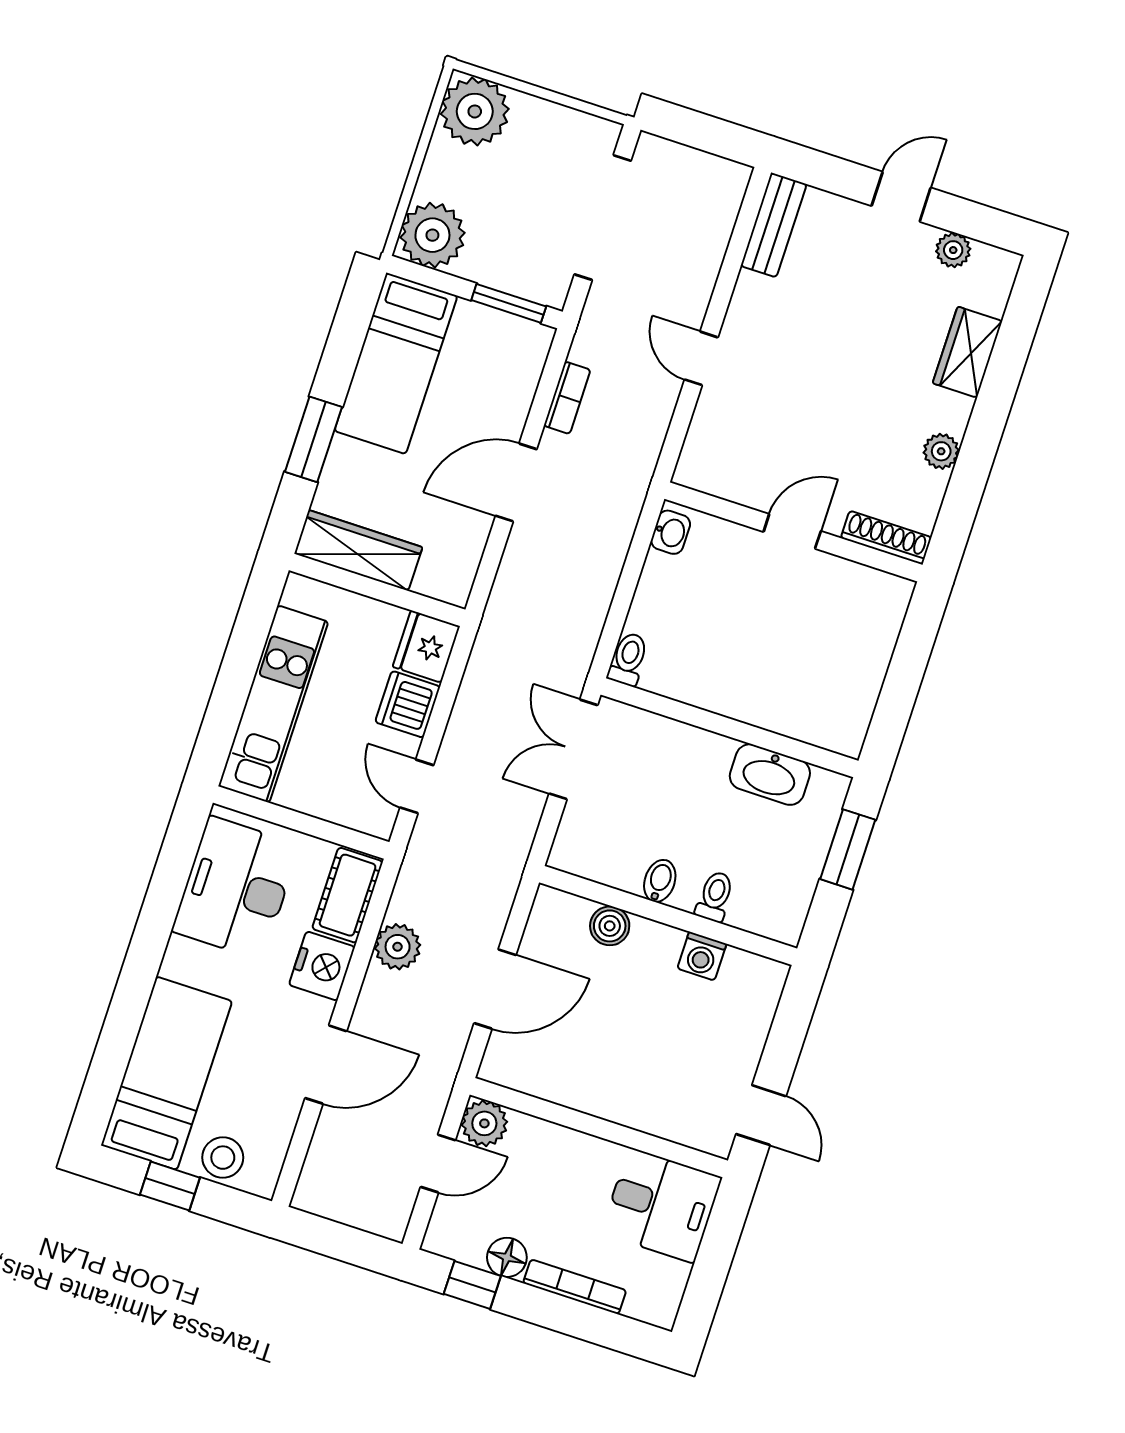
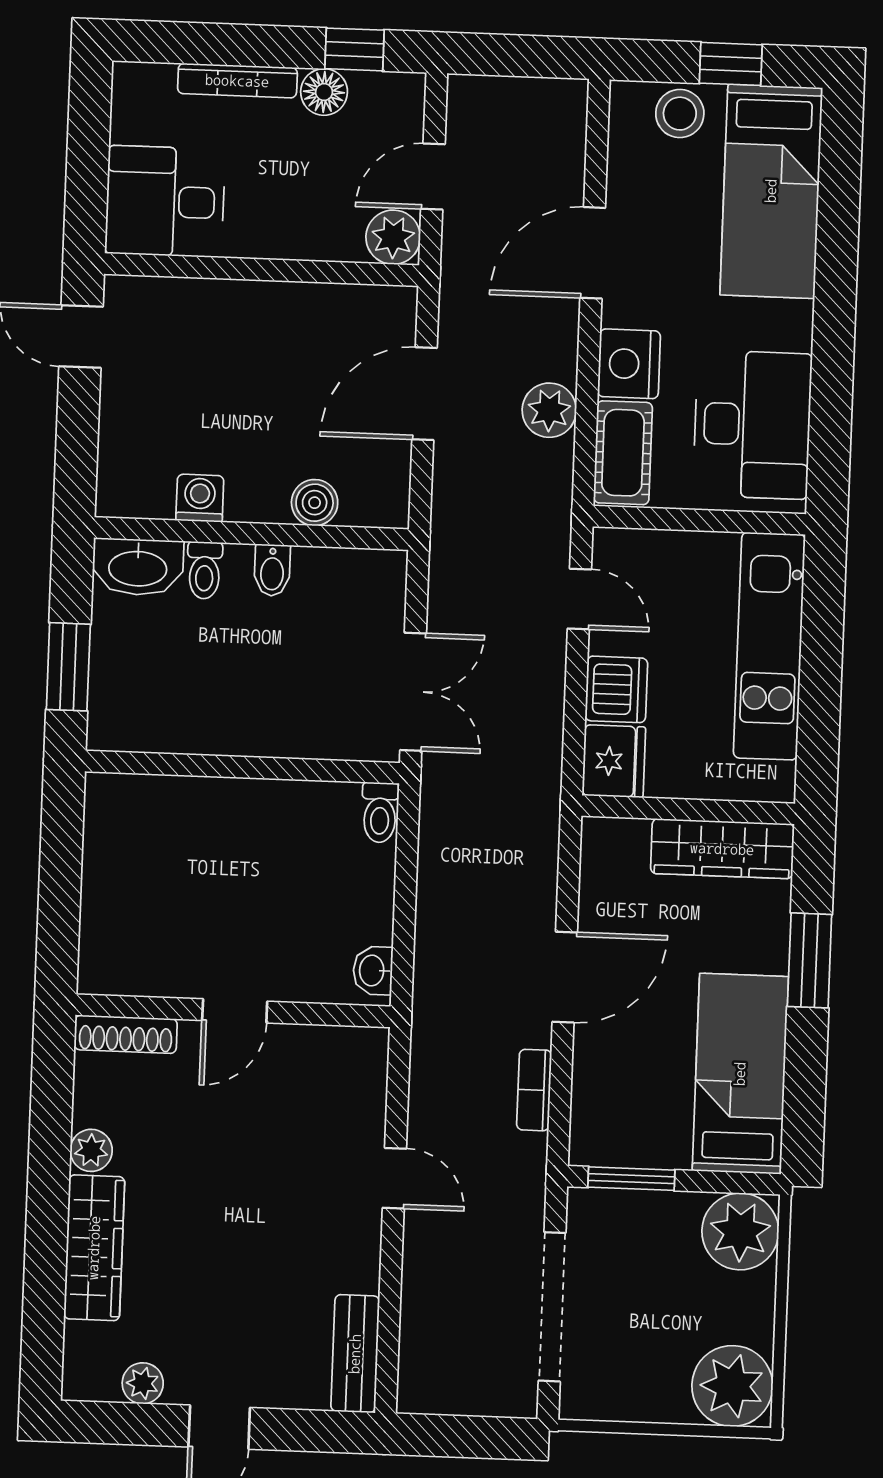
wardrobe: (967, 352) -> (94, 1248), width x1.50
washbasin: (770, 775) -> (138, 567), moved, turned 180

